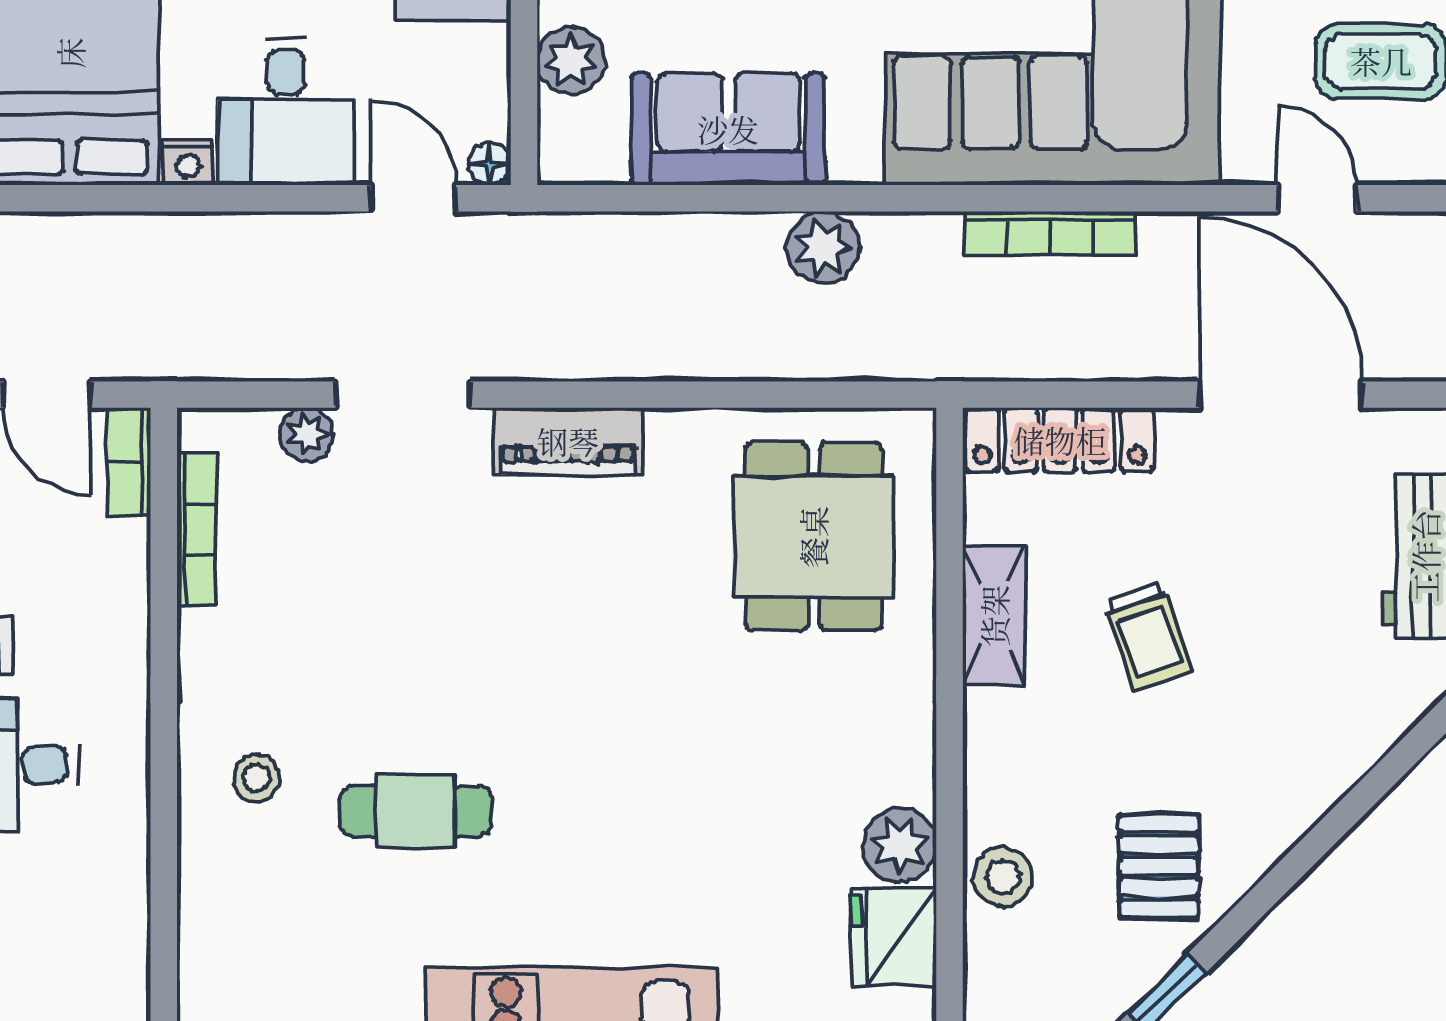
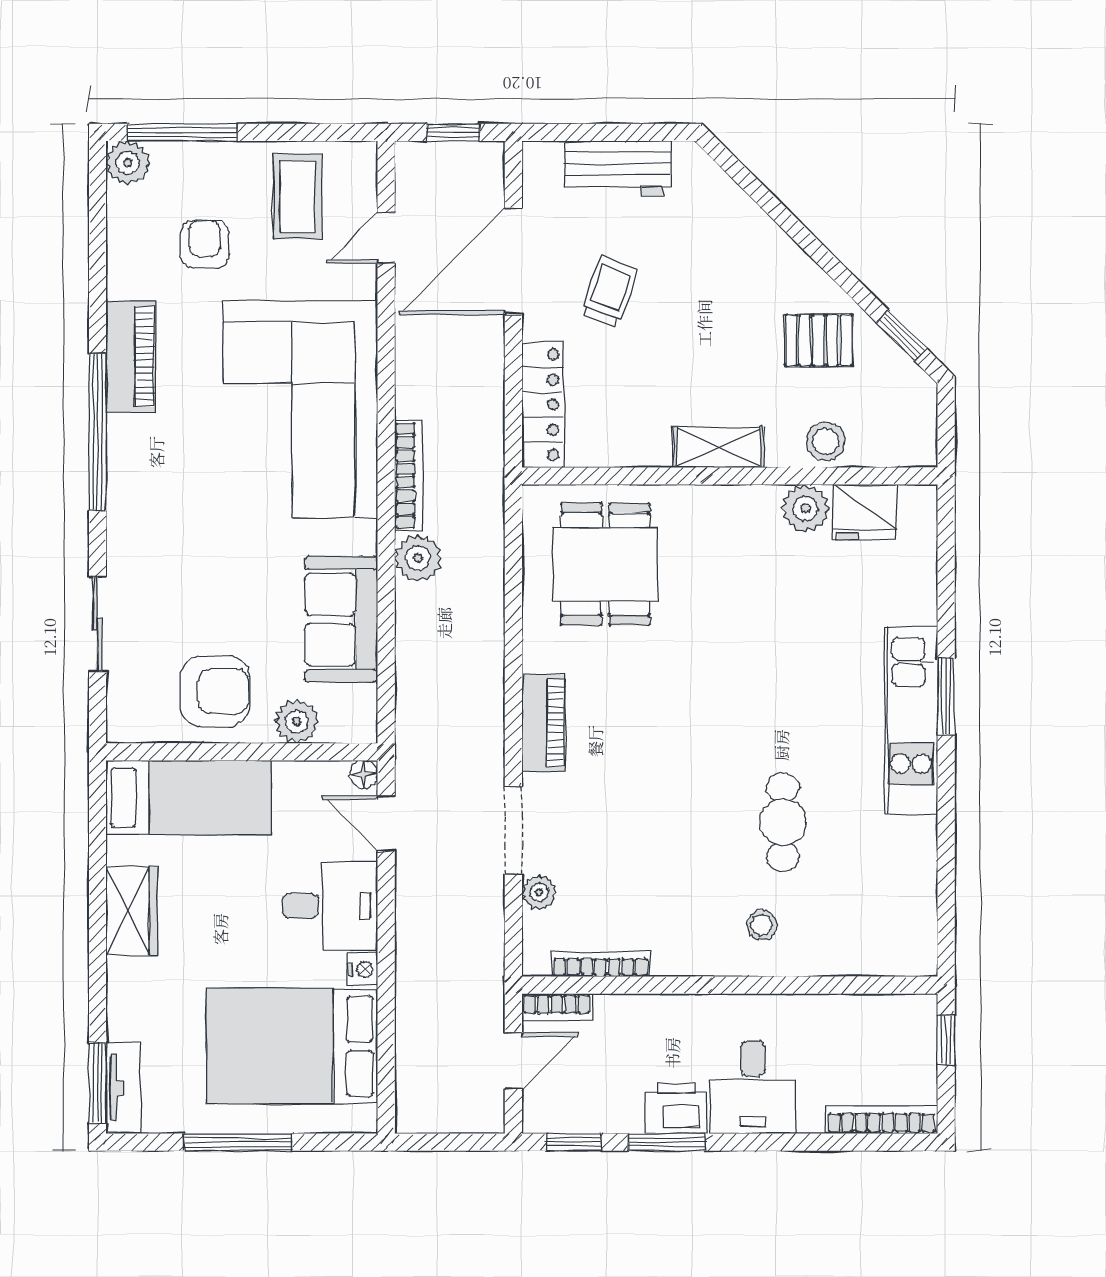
door: (413, 198) -> (386, 823), hinge flipped
bookcase: (1050, 233) -> (409, 476), moved
dining table: (813, 537) -> (605, 564), turned 90
shelving: (994, 616) -> (718, 447), moved
trolley: (1148, 637) -> (609, 292), moved, turned -51

